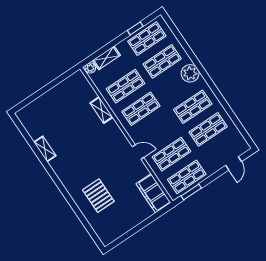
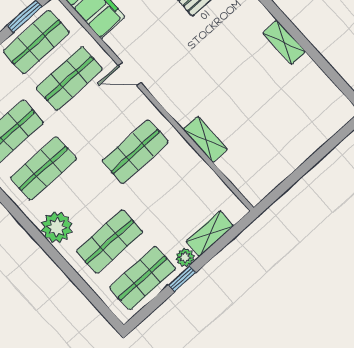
window: (135, 28) -> (182, 279), moved
plant: (90, 68) -> (185, 257), moved
shop shelf: (126, 86) -> (168, 188), removed
shelving: (45, 149) -> (284, 42), moved

